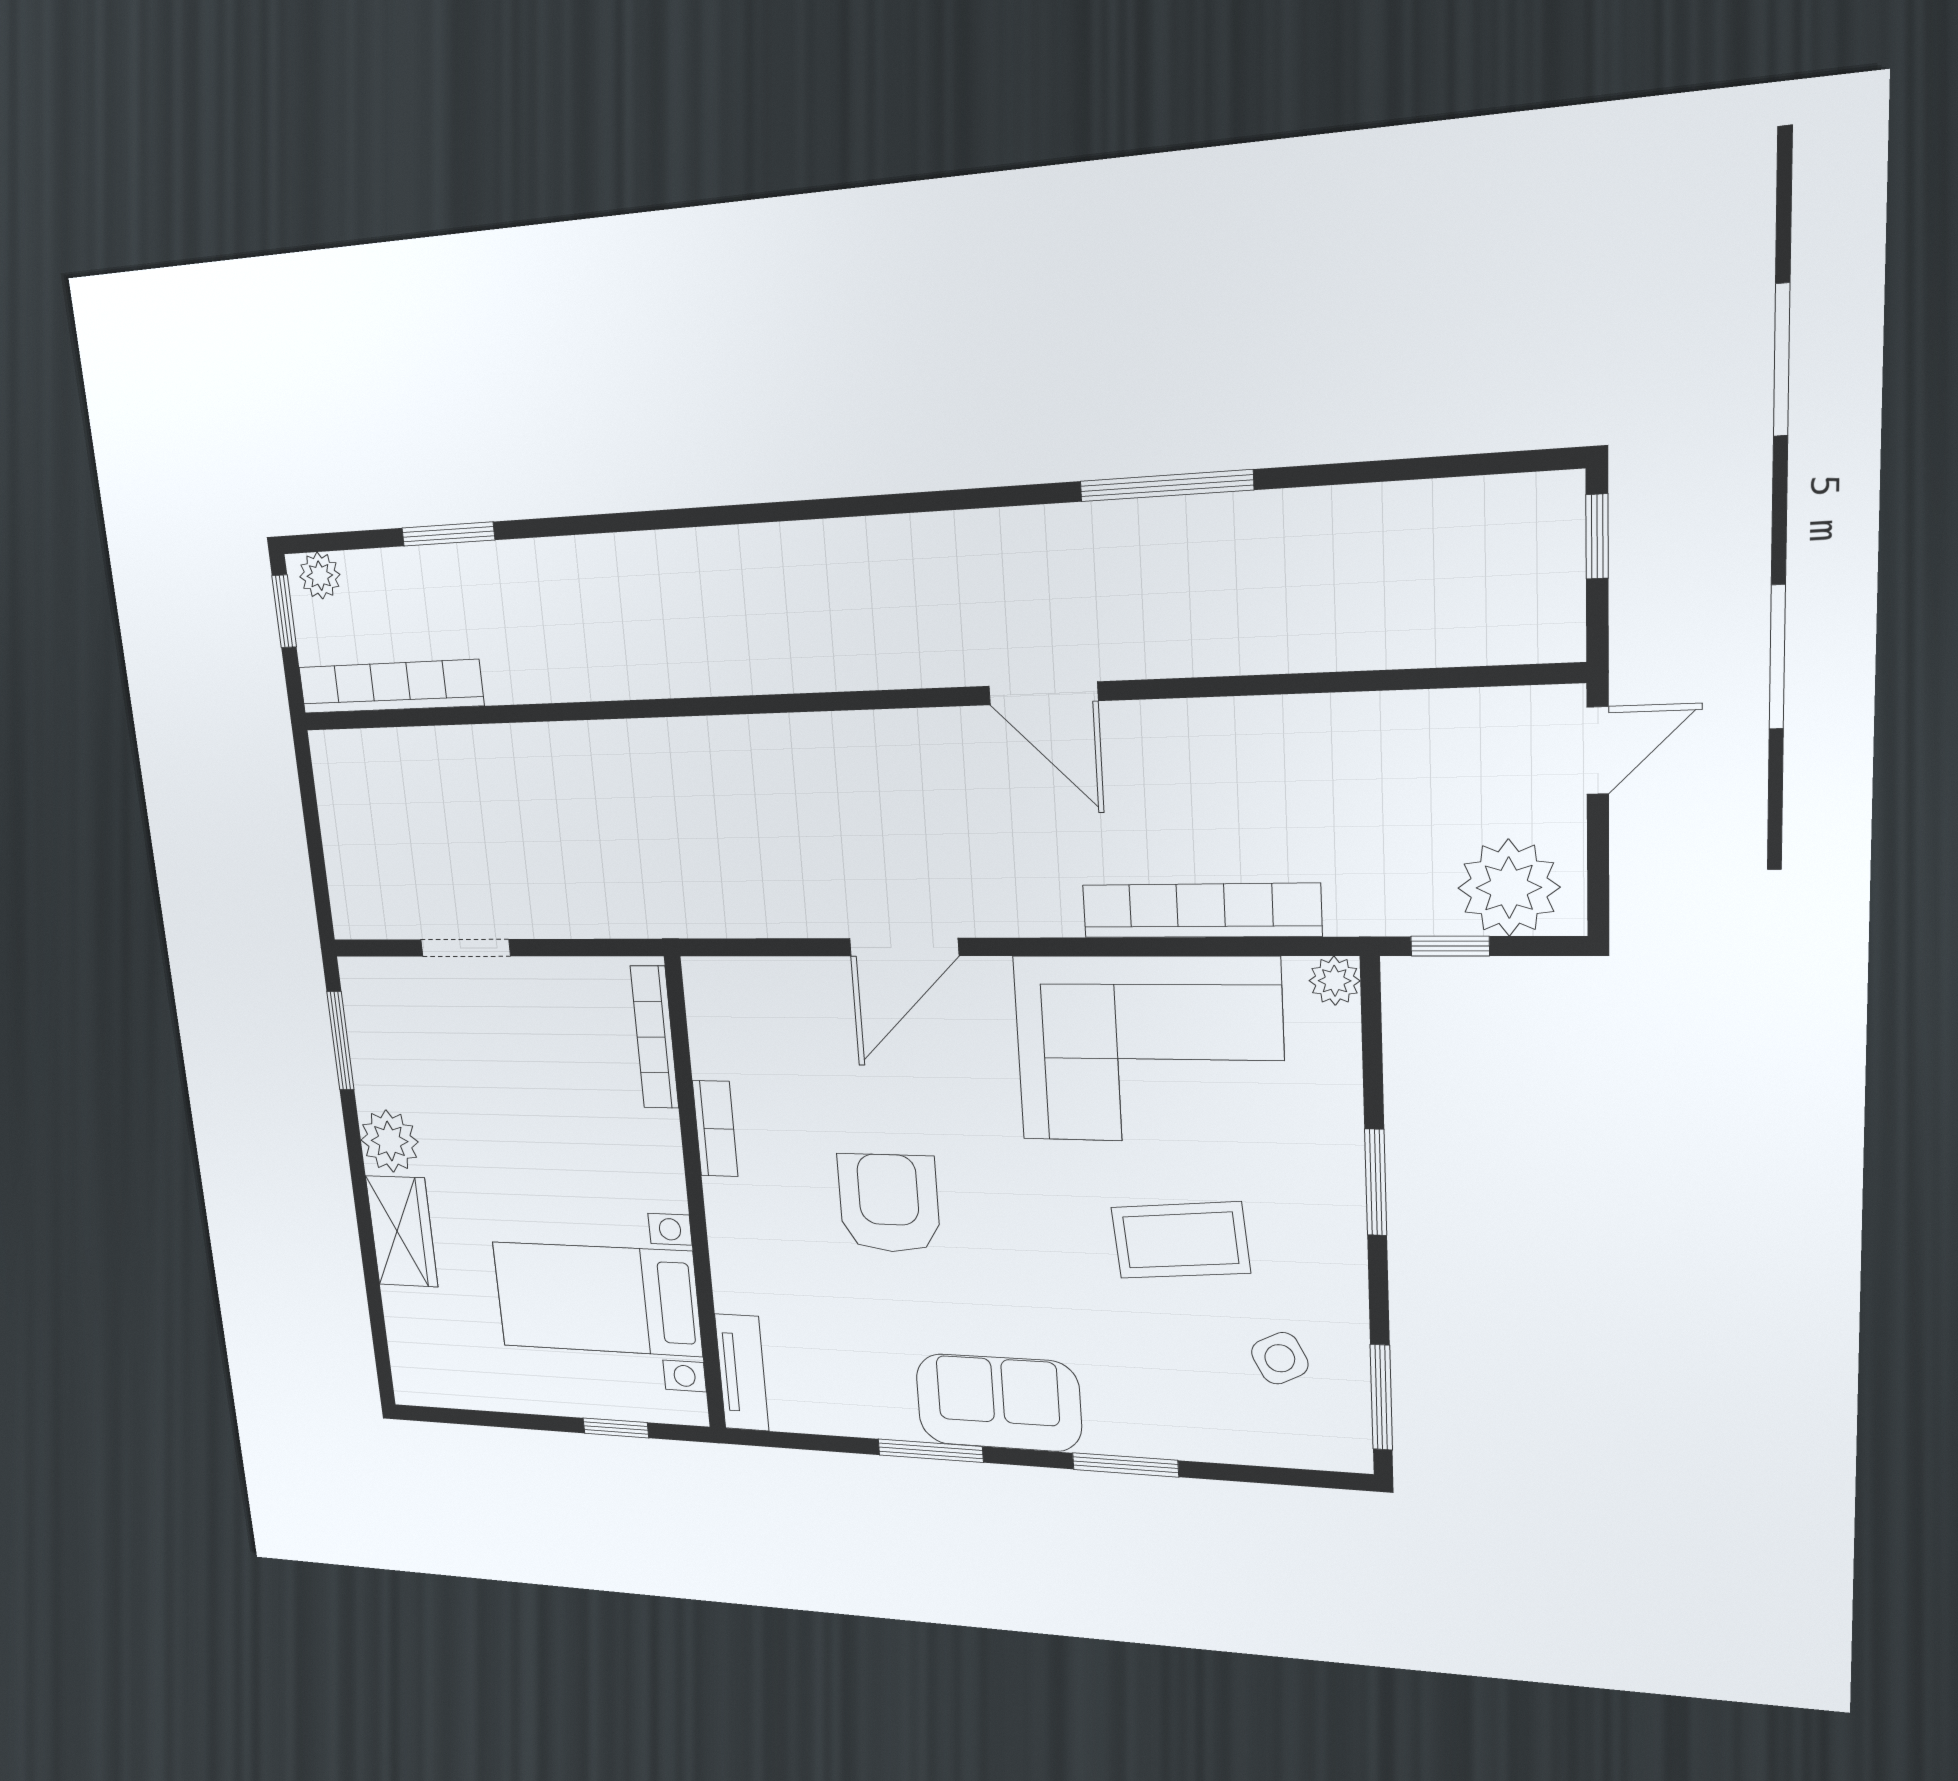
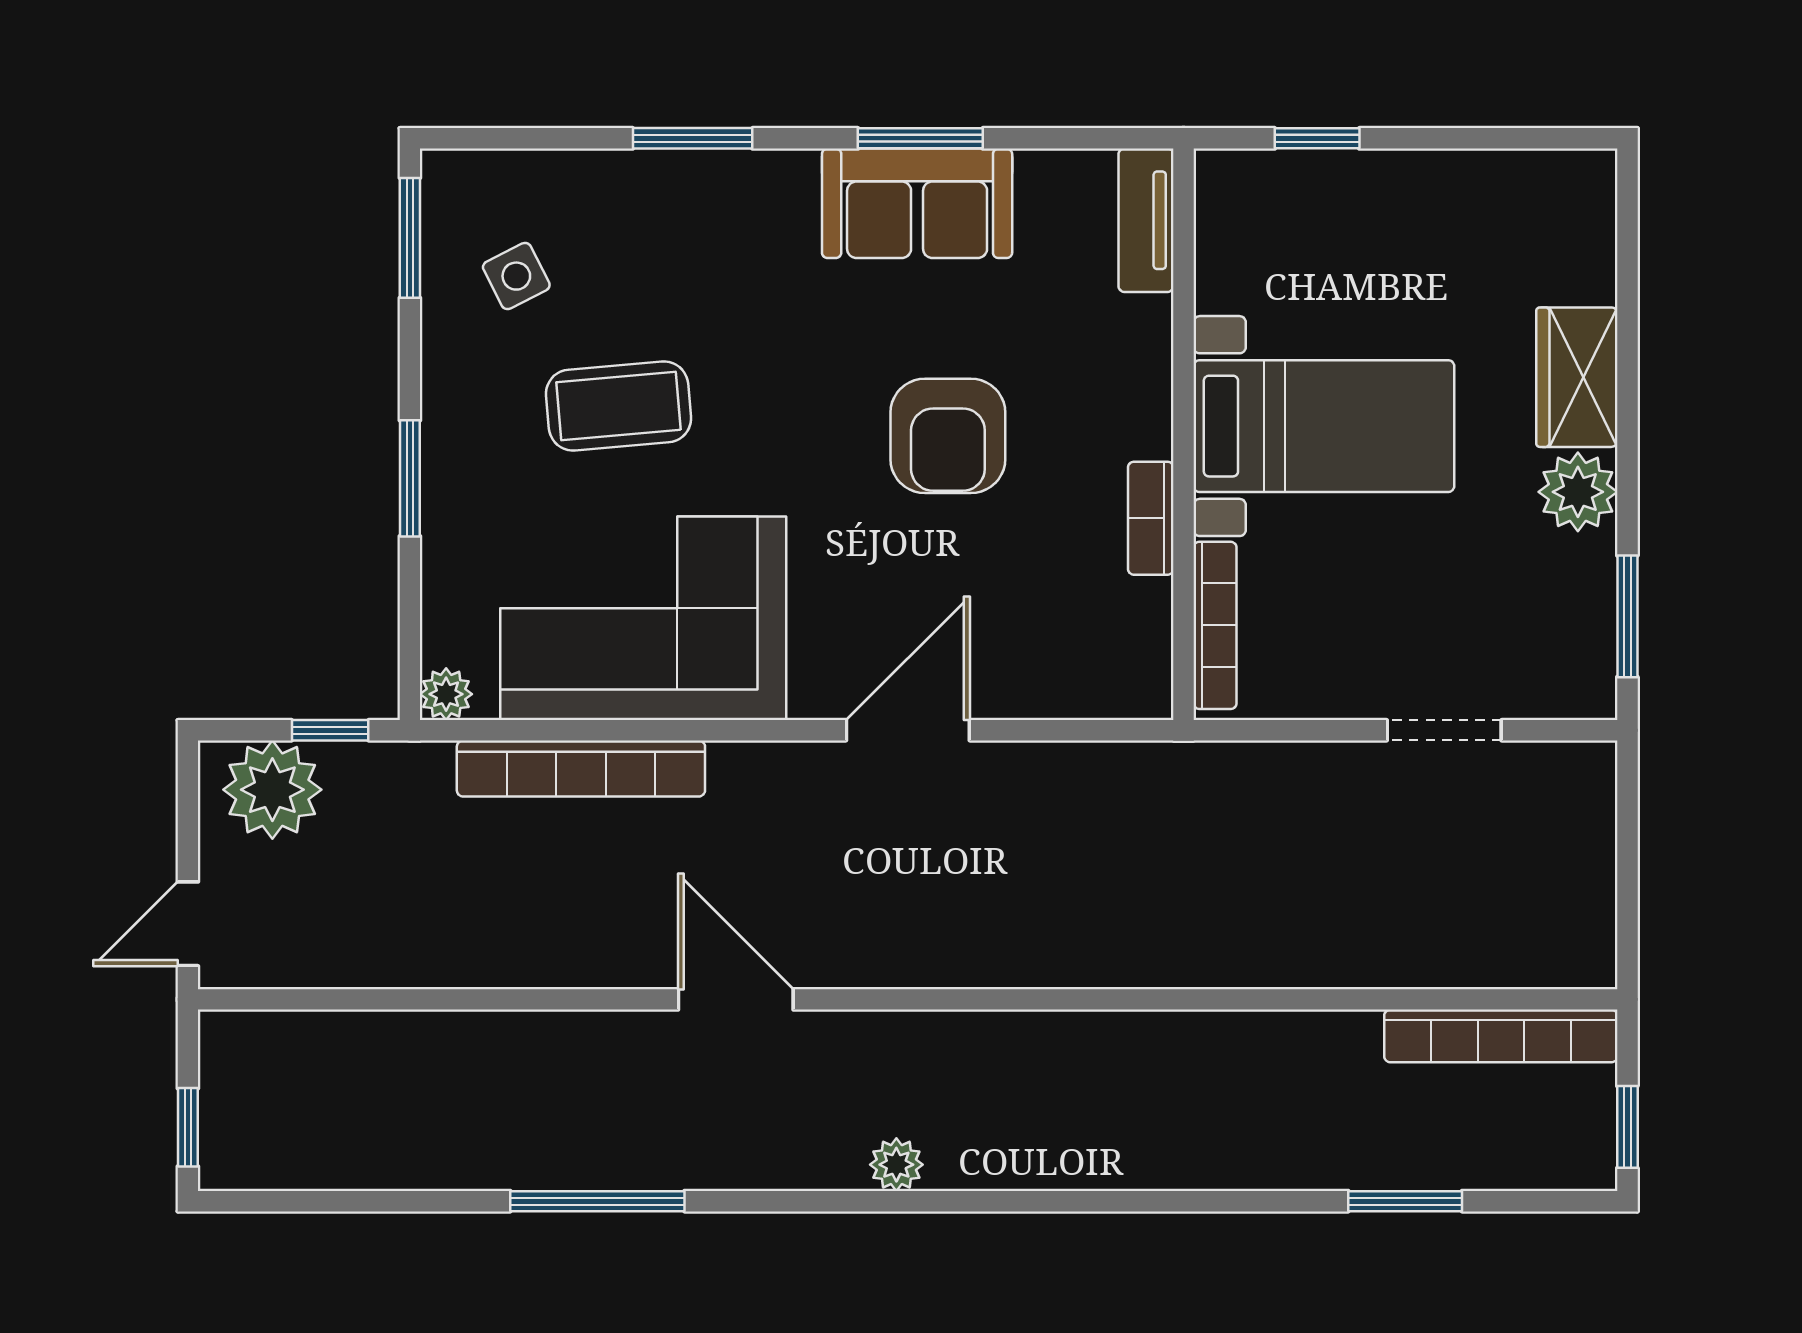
plant: (320, 576) -> (896, 1165), moved
bed with nightstands: (597, 1299) -> (1324, 426), moved
sofa: (998, 1403) -> (917, 203), moved

